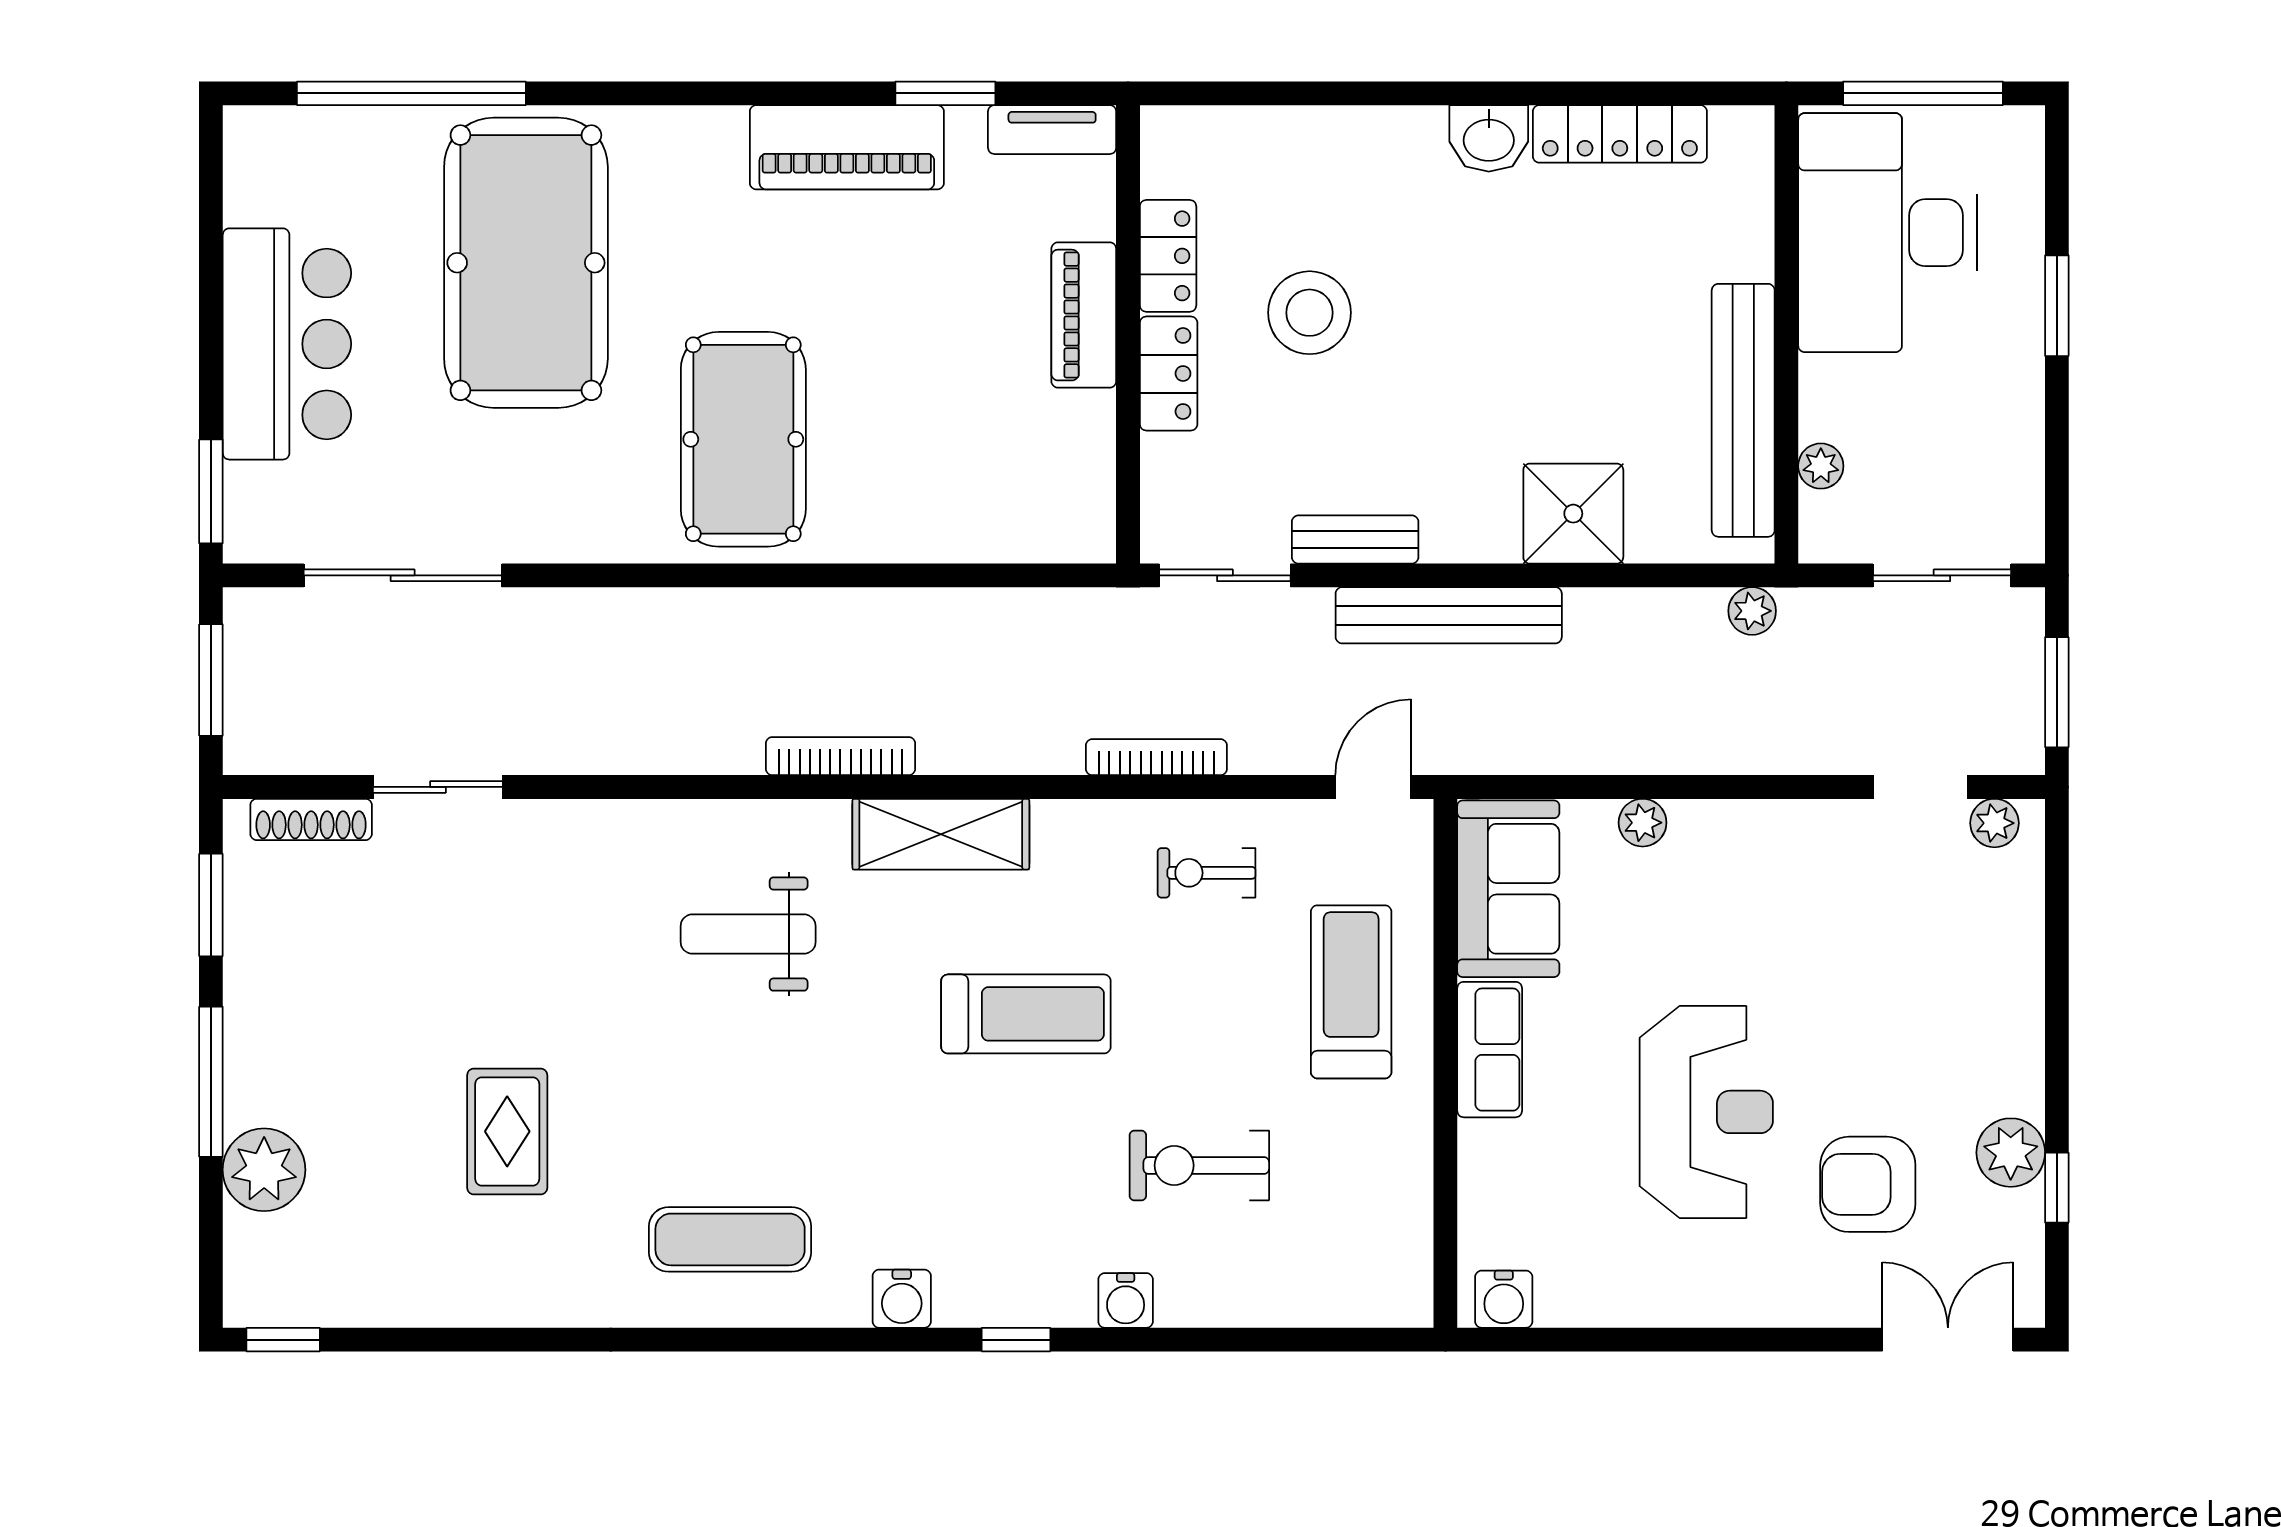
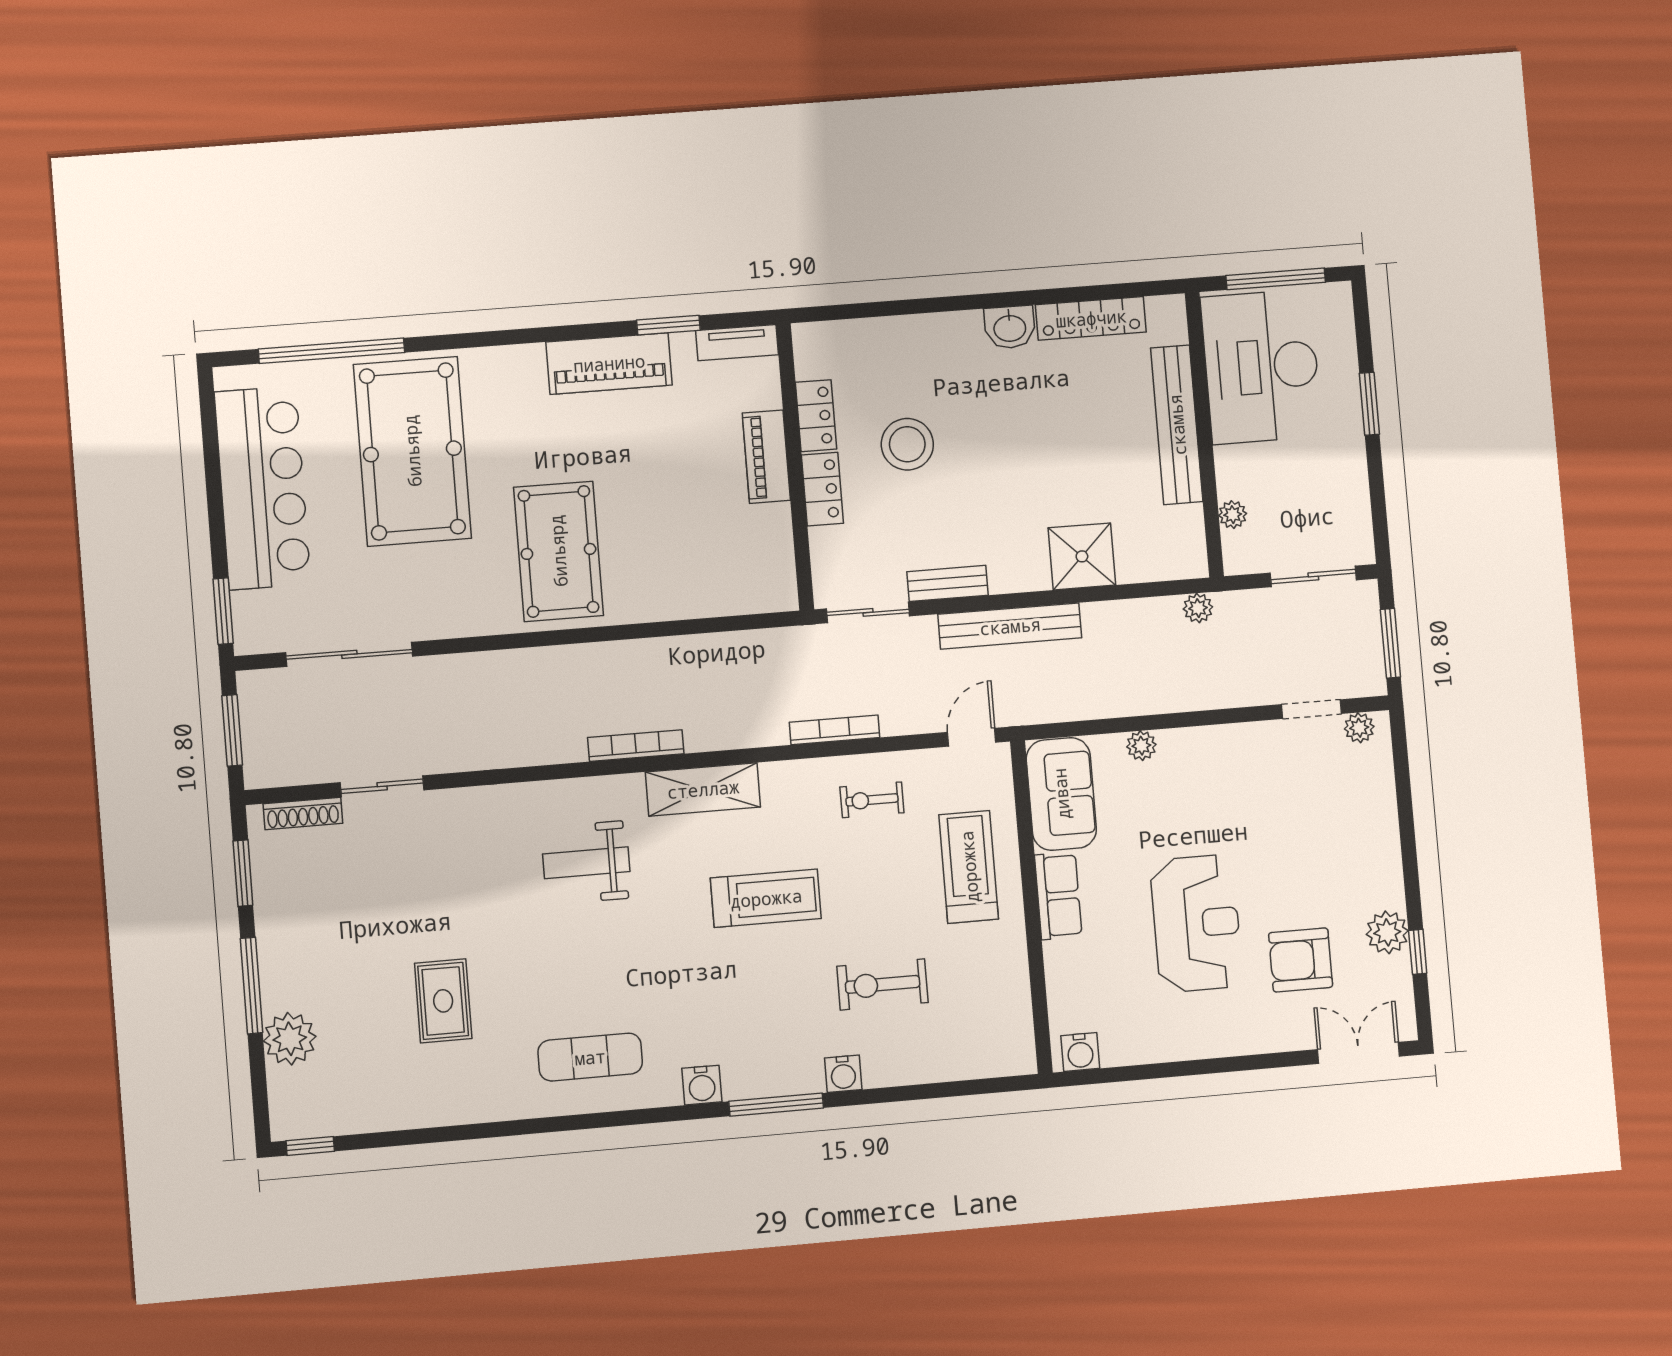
bar counter: (287, 344) -> (262, 488), width x1.36
bench: (1743, 410) -> (1177, 425), moved
window: (1016, 1340) -> (776, 1105), width x2.17

